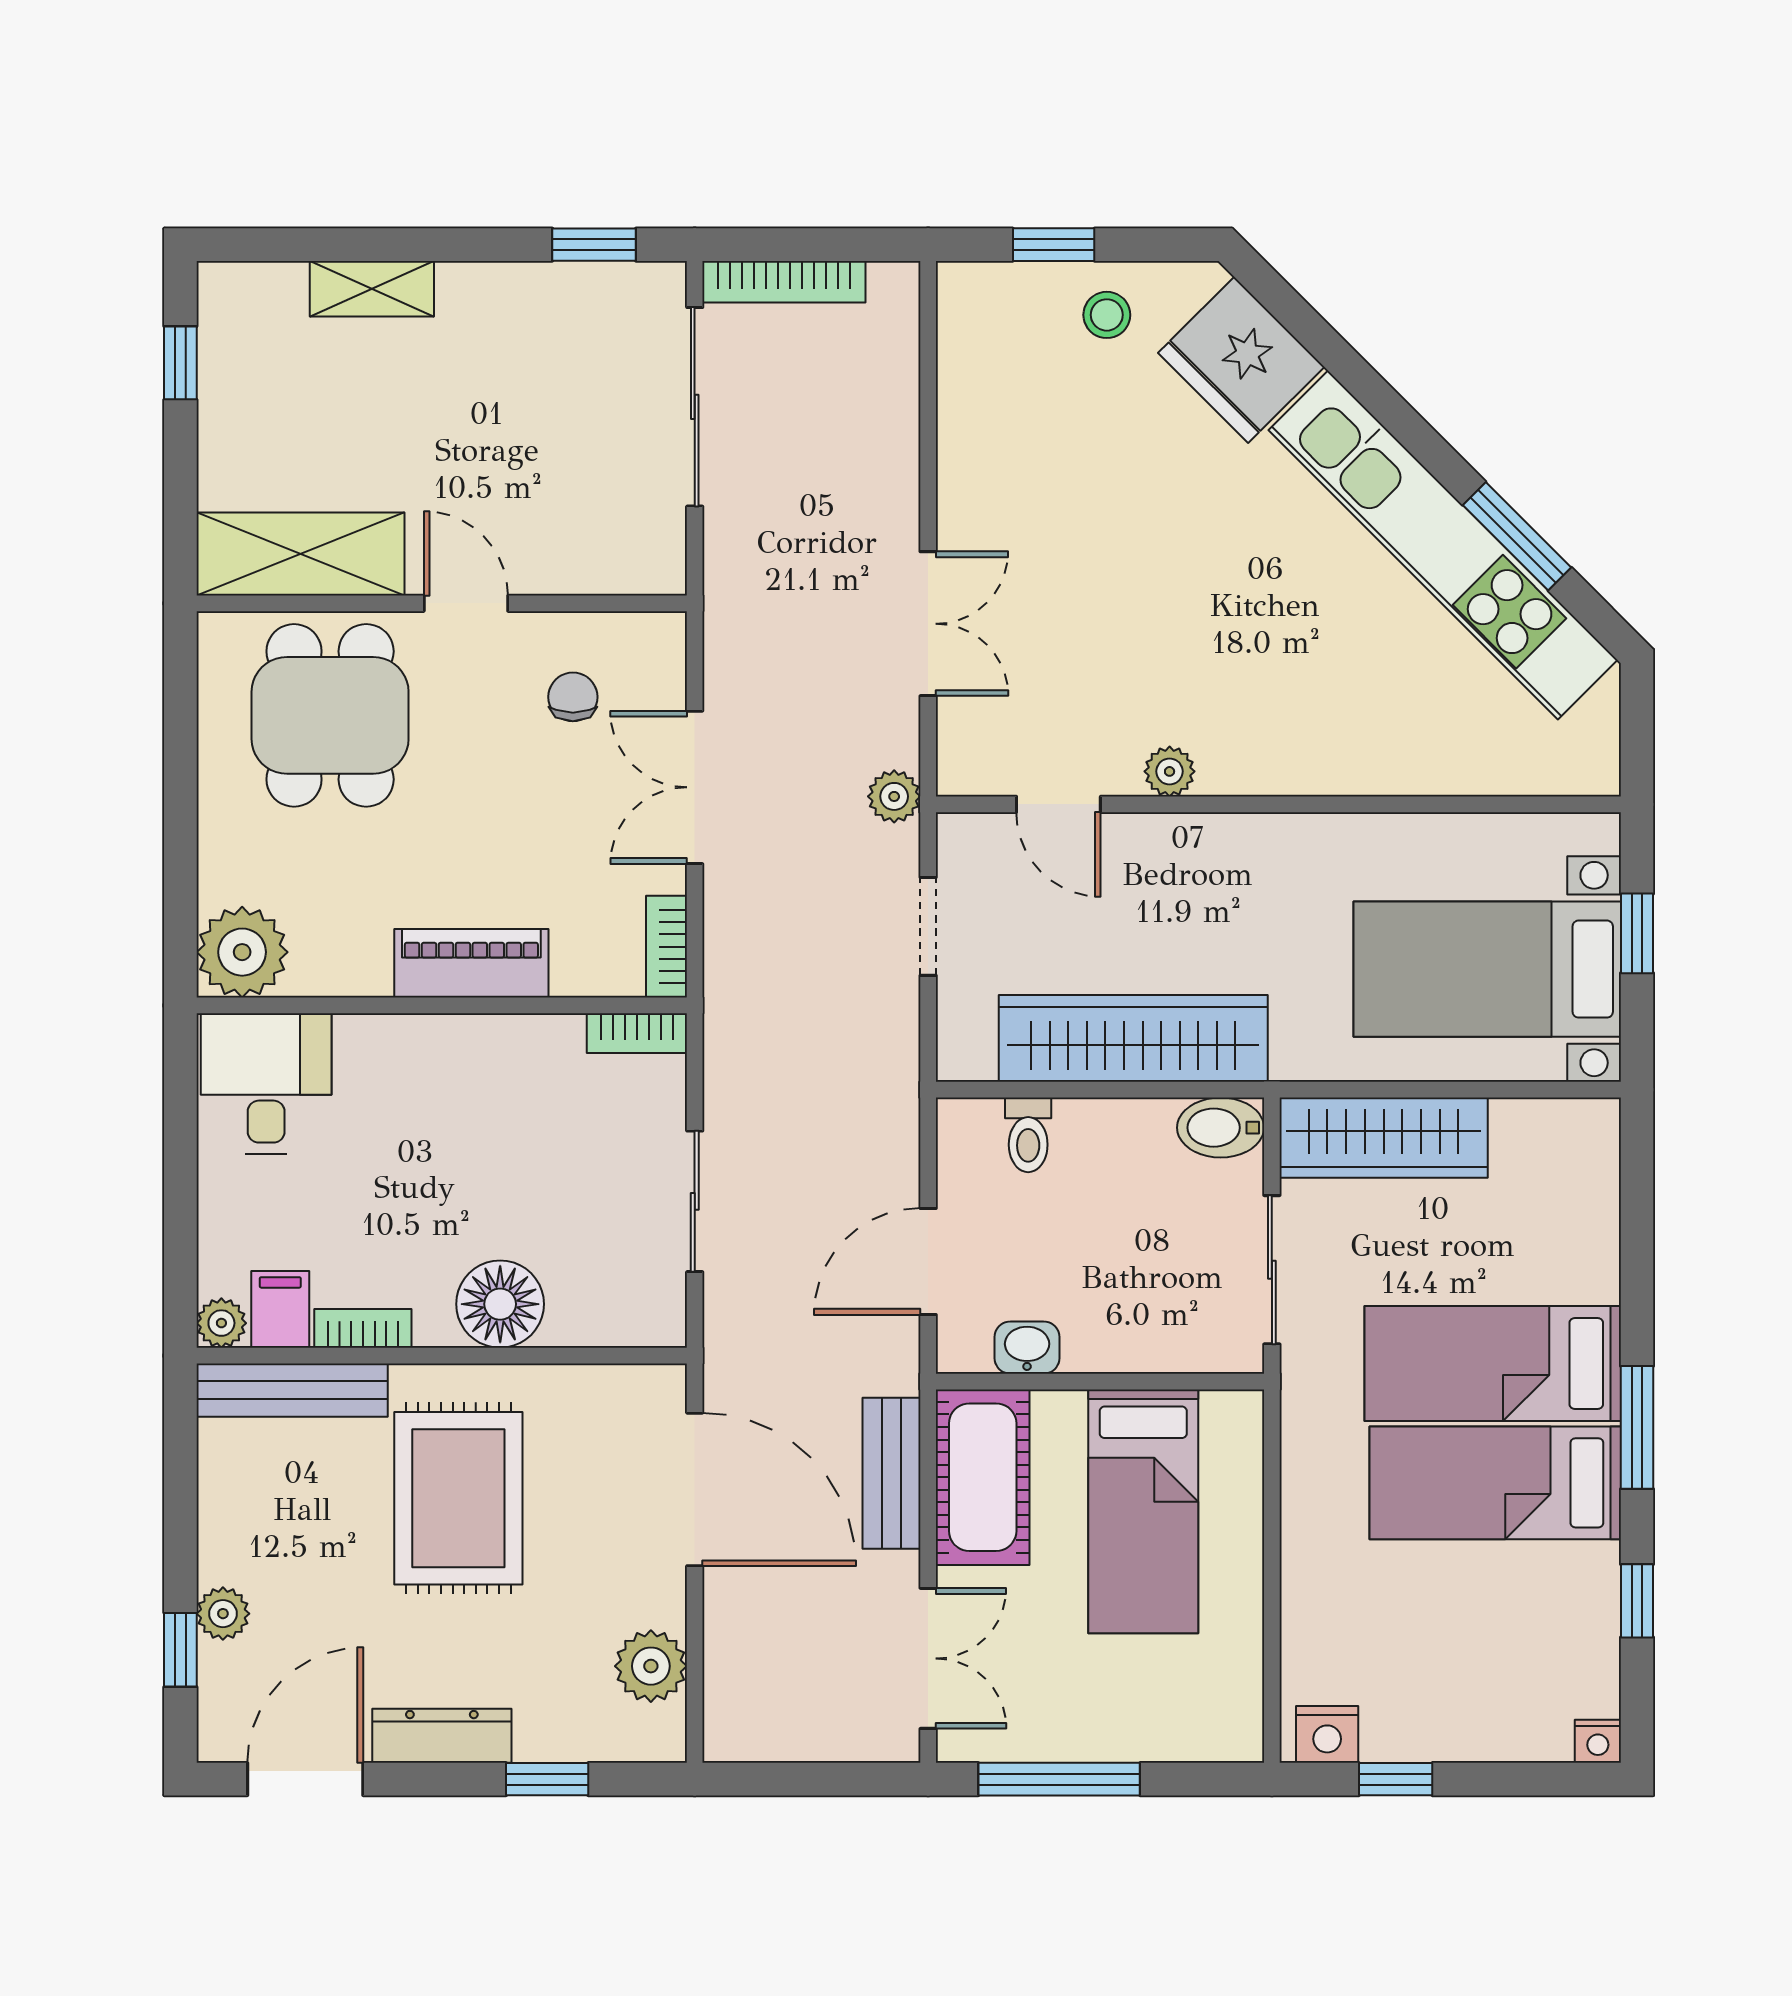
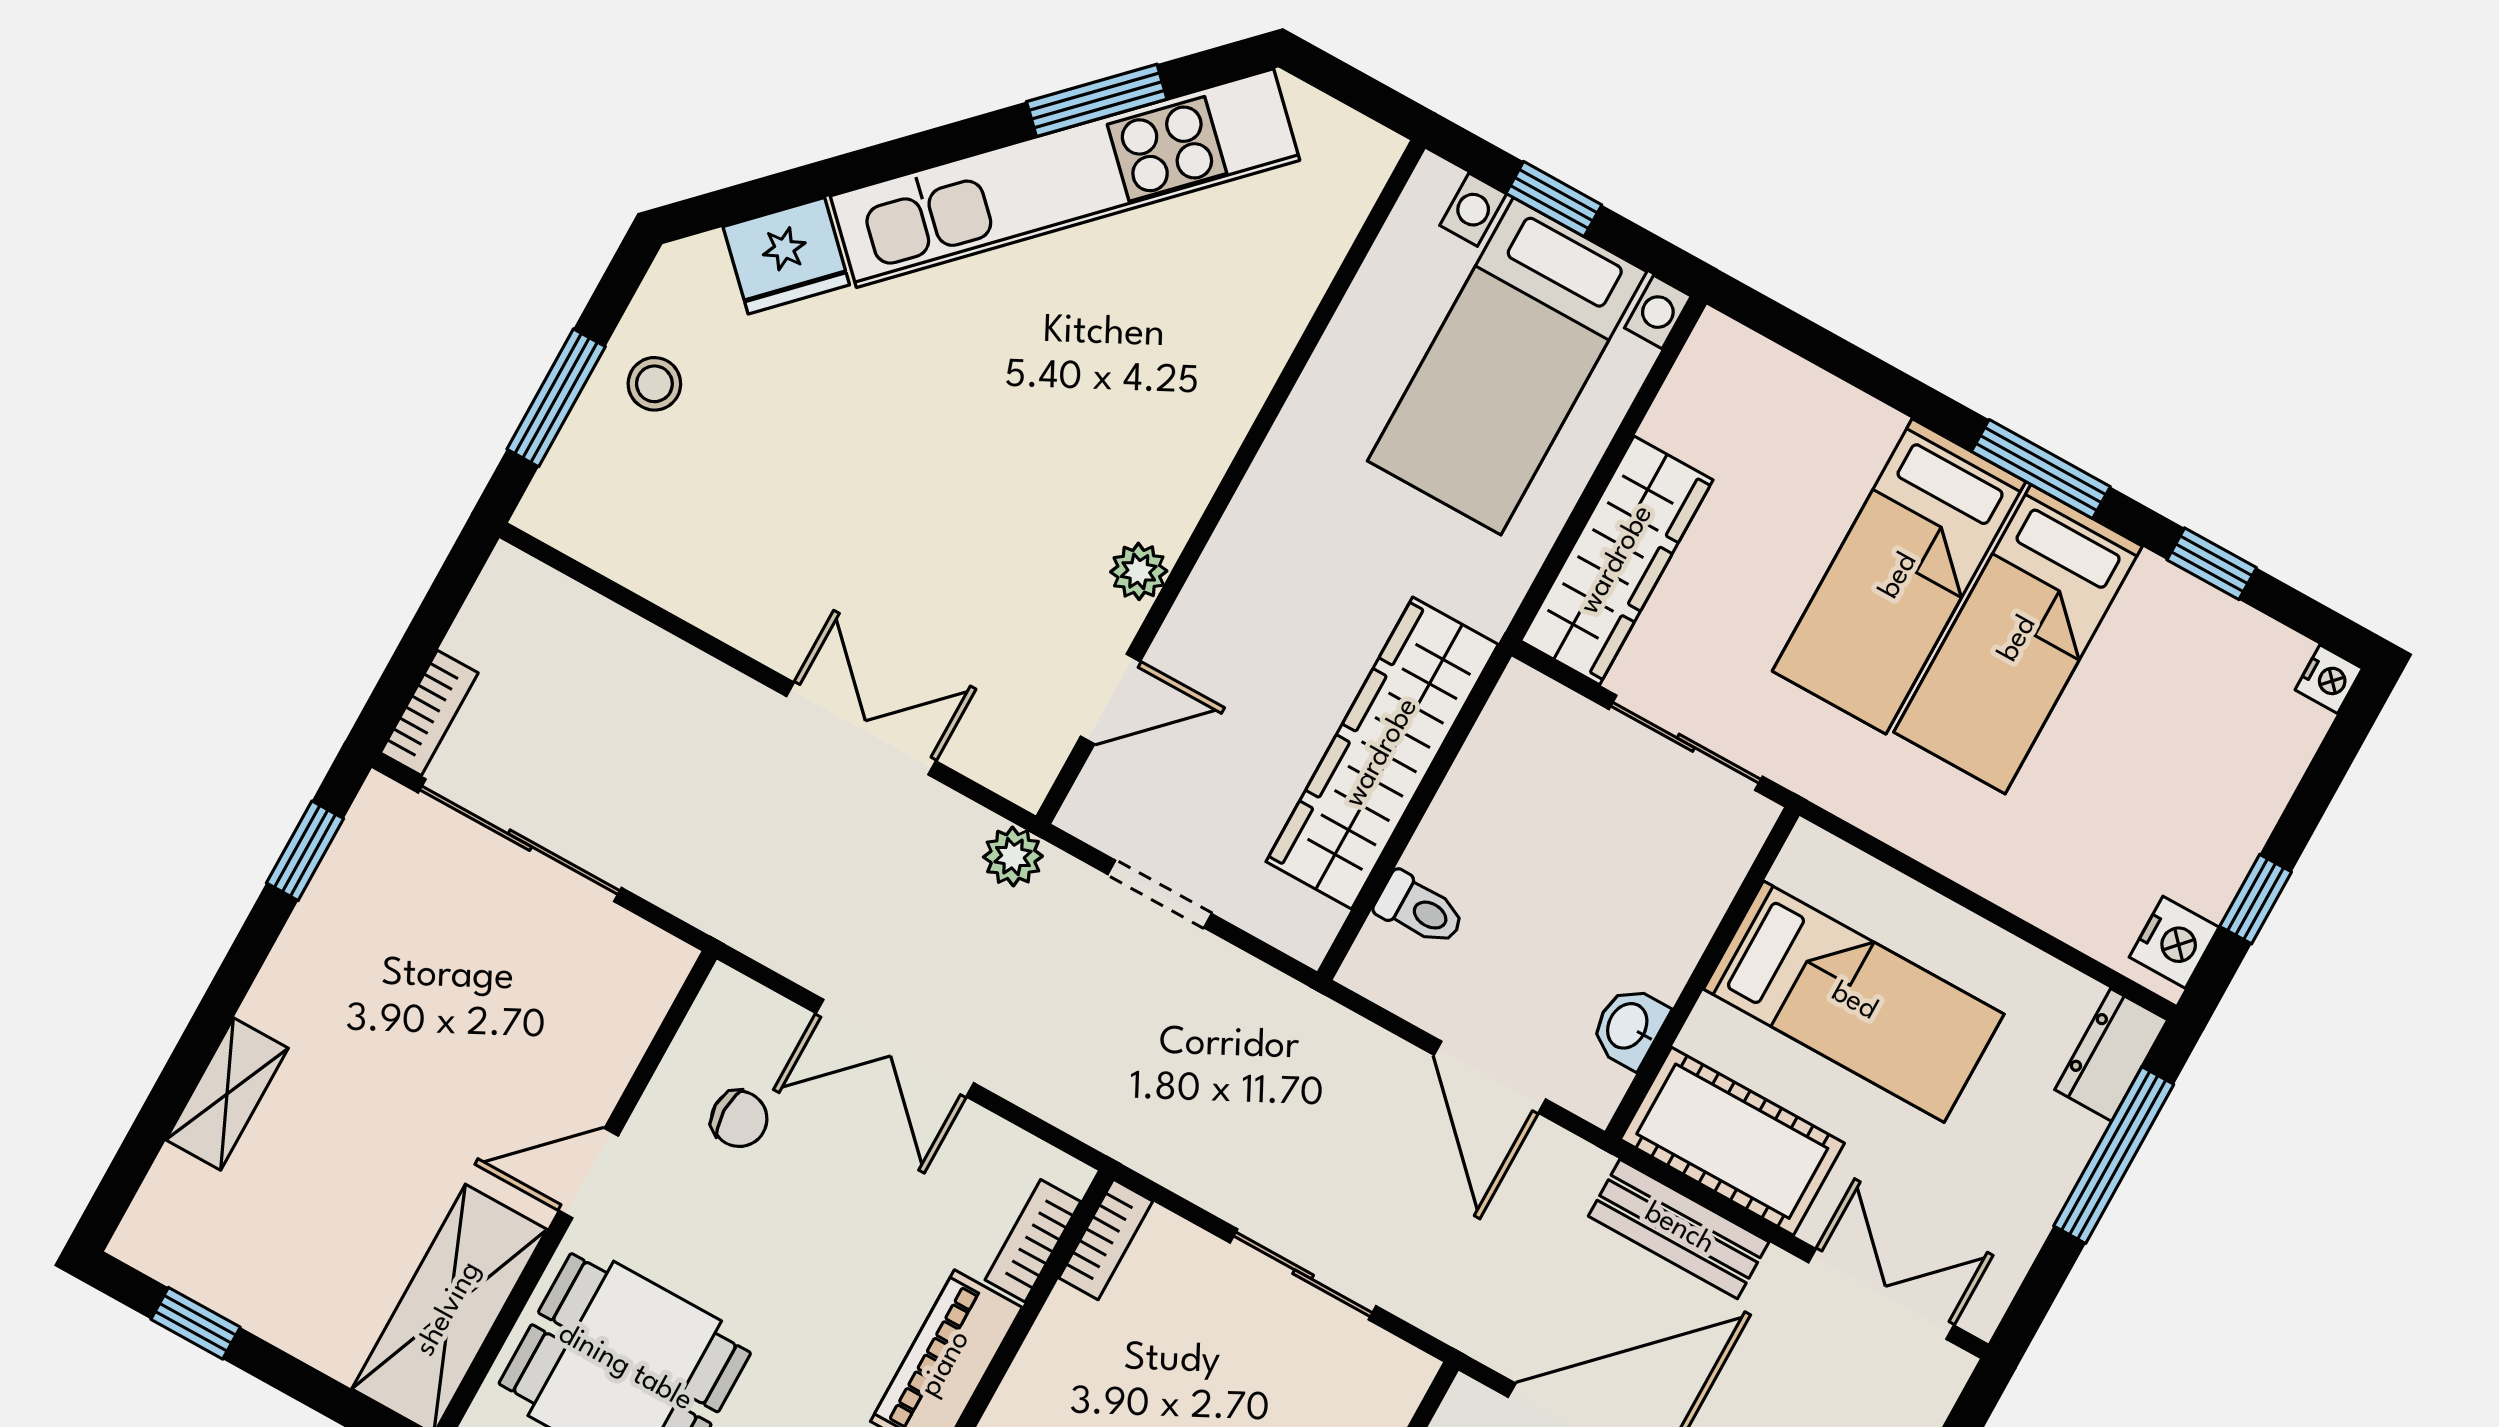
window: (1054, 245) -> (556, 398), width x1.50
bookcase: (784, 282) -> (429, 713), width x0.64
fridge: (1241, 360) -> (786, 256), width x0.73, depth x0.75
chair: (573, 697) -> (739, 1119), turned 180
bookcase: (667, 947) -> (1033, 1241), moved, turned 90
bidet: (1221, 1128) -> (1518, 716), removed
dresser: (1213, 1734) -> (2111, 1055), added
window: (1059, 1779) -> (2114, 1155), moved

